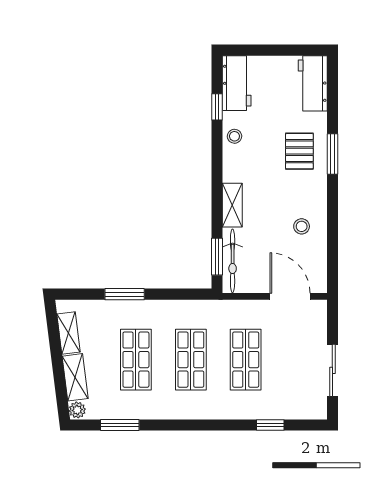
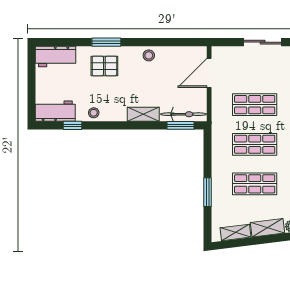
stool: (302, 226) -> (149, 55), moved

